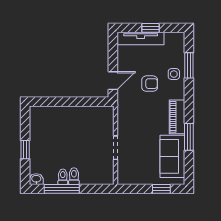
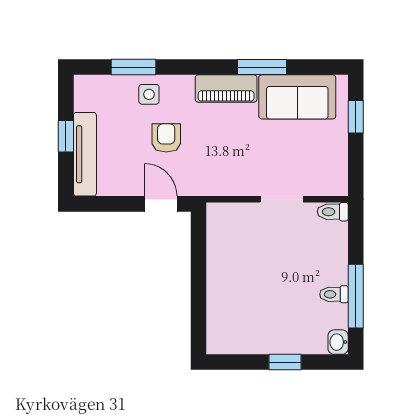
toilet: (74, 176) -> (333, 212), moved

